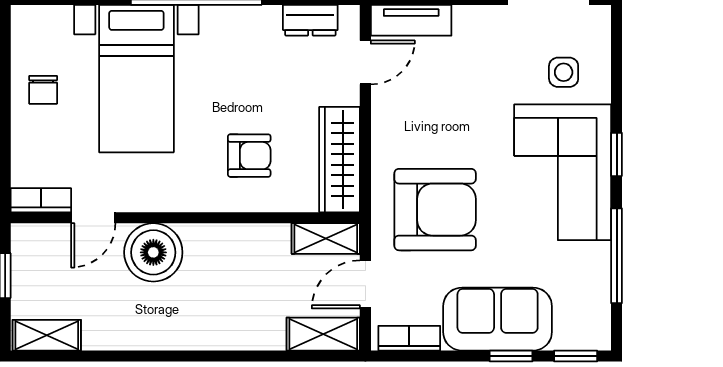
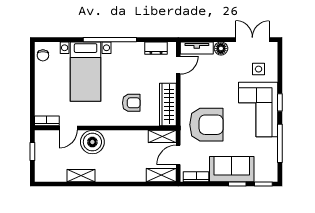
floor lamp: (471, 21) -> (221, 48), added
chair: (43, 90) -> (43, 55), moved
shelving: (47, 335) -> (81, 176), moved

